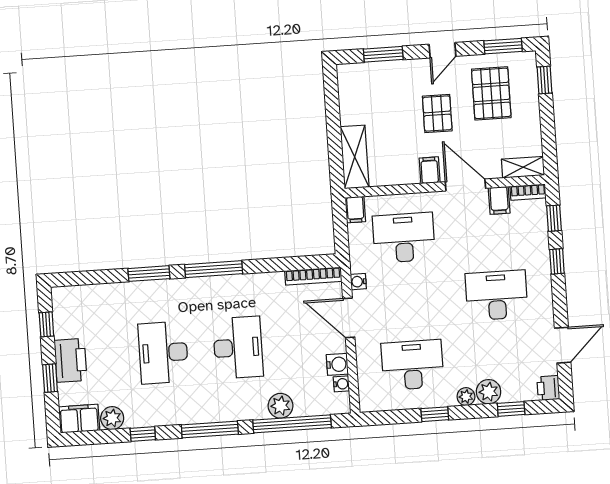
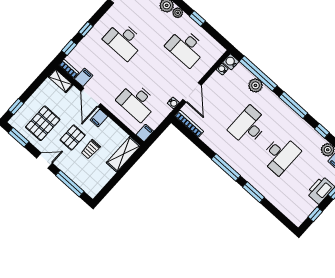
window: (383, 54) -> (70, 183), width x1.44
trolley: (400, 122) -> (91, 149), added
water cooler: (337, 364) -> (231, 62), moved

